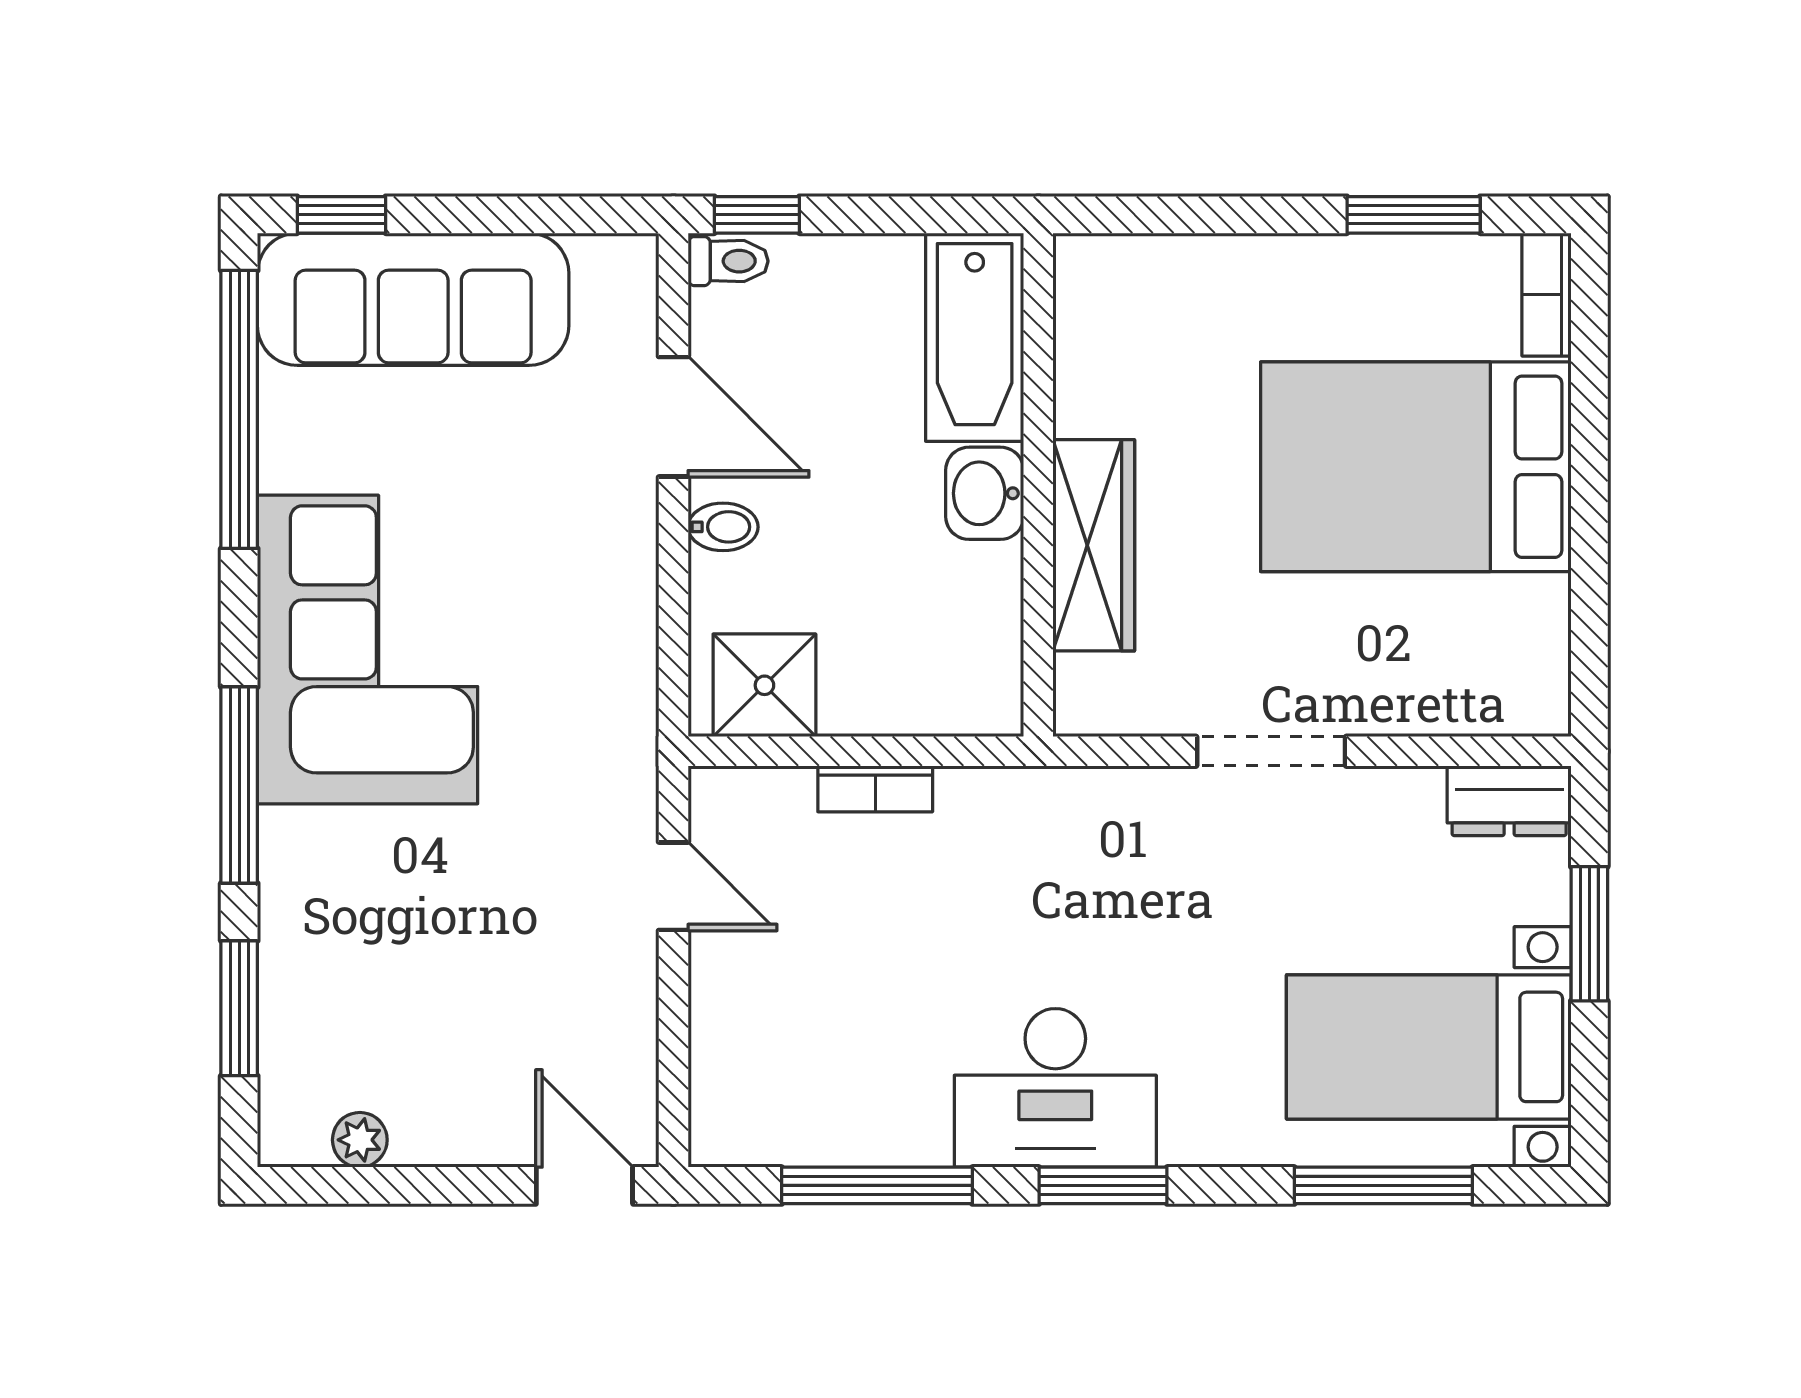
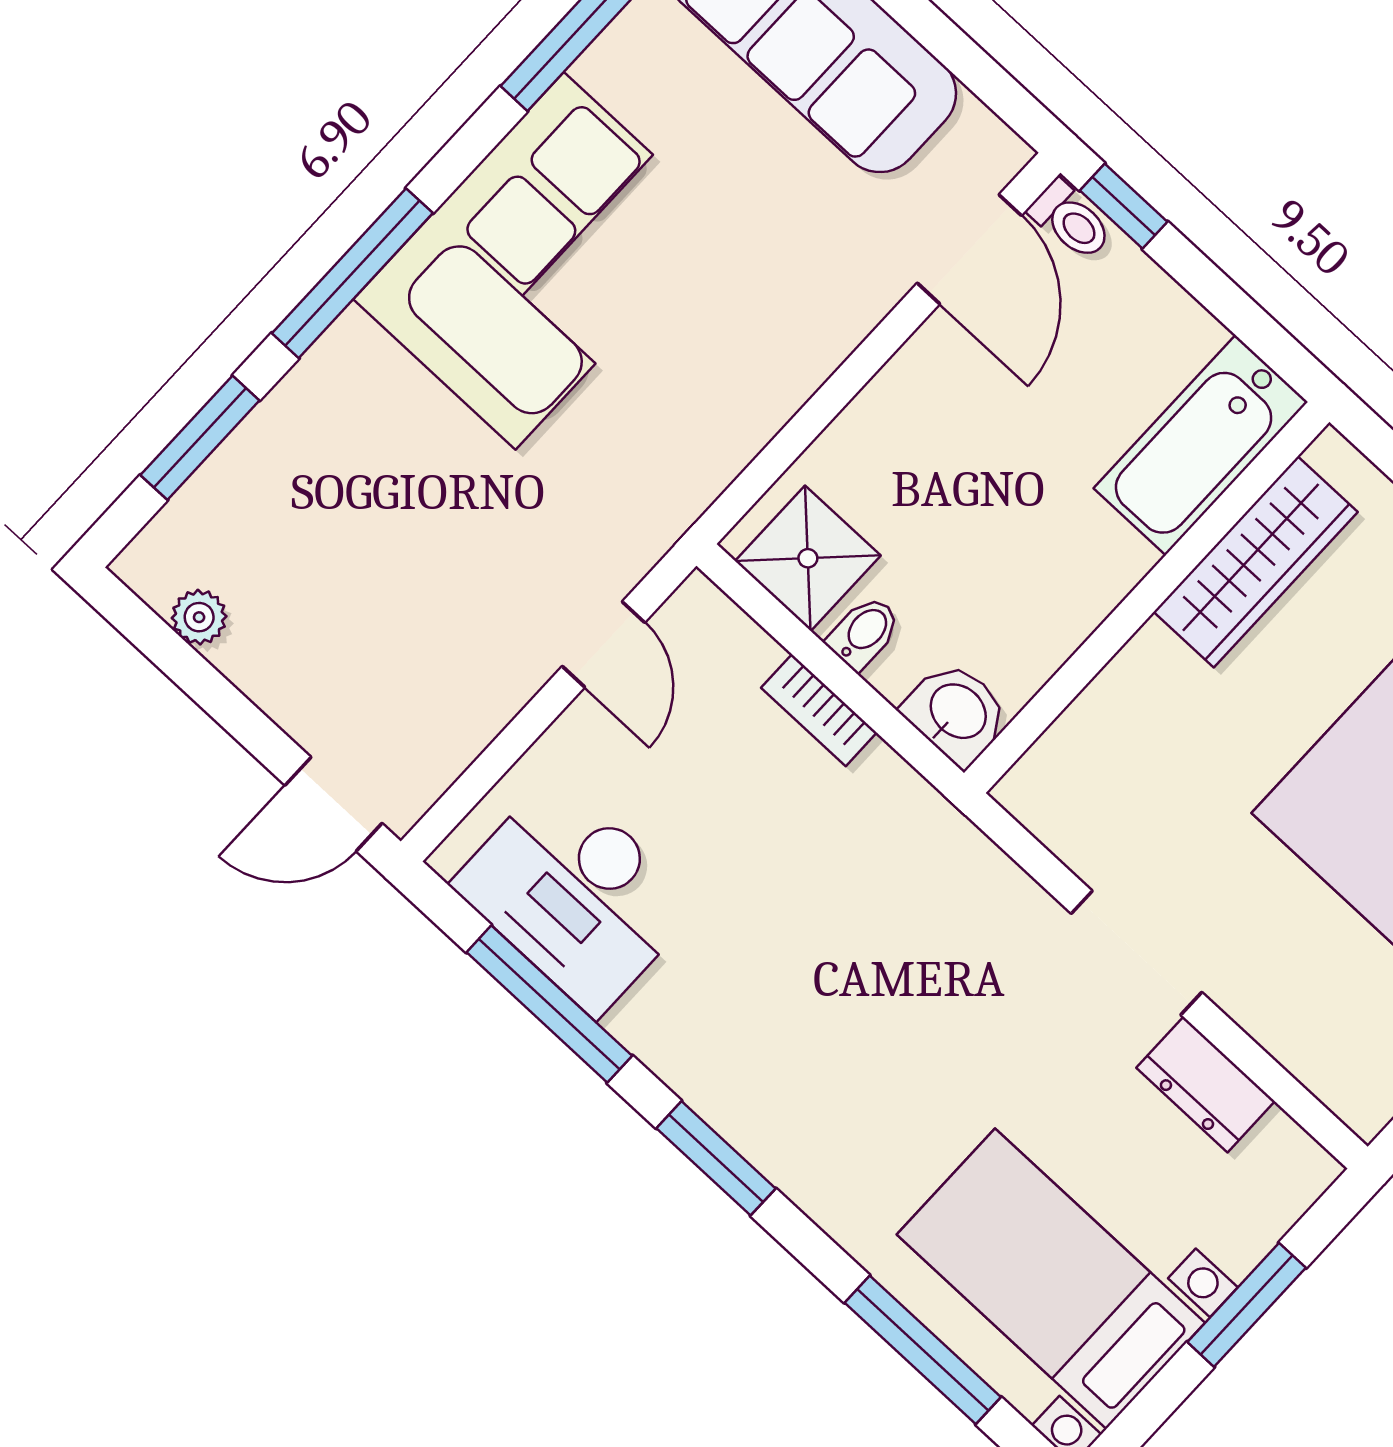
door: (673, 417) -> (969, 249), moved
washbasin: (985, 493) -> (957, 713), moved, turned 90
bidet: (723, 527) -> (864, 633), moved, turned -90
wardrobe: (1094, 545) -> (1256, 562), moved
dresser: (1509, 801) -> (1206, 1085), moved
desk: (1055, 1088) -> (576, 895), moved
door: (584, 1185) -> (334, 804), swing flipped

